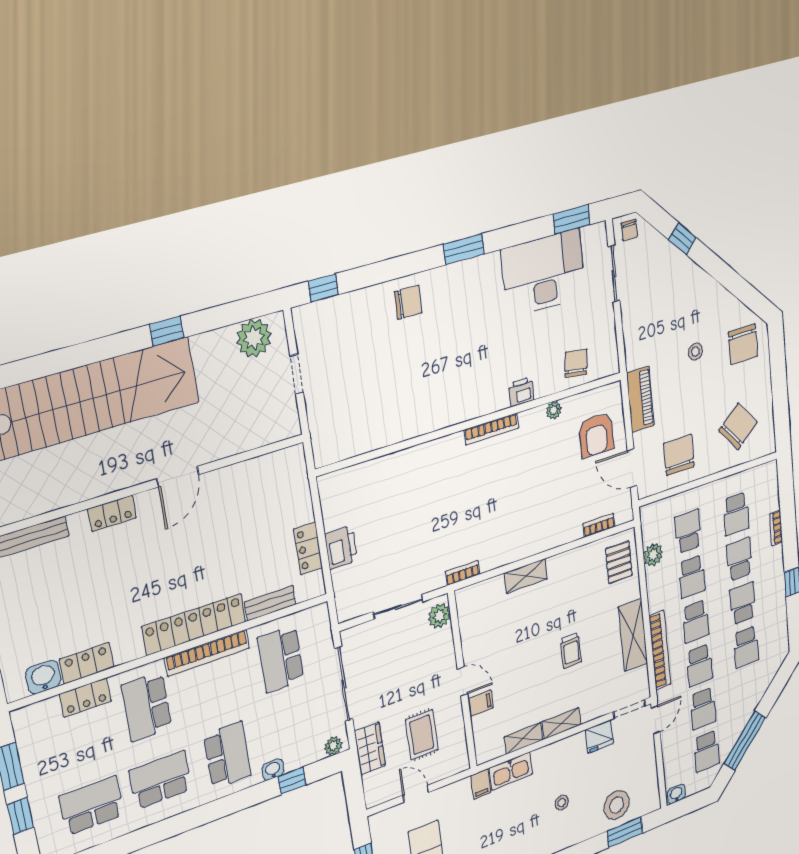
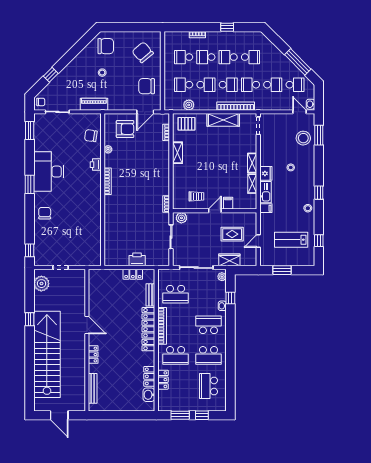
desk: (544, 273) -> (49, 172), moved
piano: (640, 399) -> (94, 104), moved
school desk: (736, 514) -> (184, 57), turned 180
shelving: (526, 576) -> (177, 153), moved
trolley: (571, 651) -> (196, 196), moved
school desk: (699, 665) -> (250, 85), turned 180
door: (656, 720) -> (299, 112), moved
fridge: (599, 736) -> (266, 173), moved
school desk: (160, 780) -> (208, 355), turned -90

